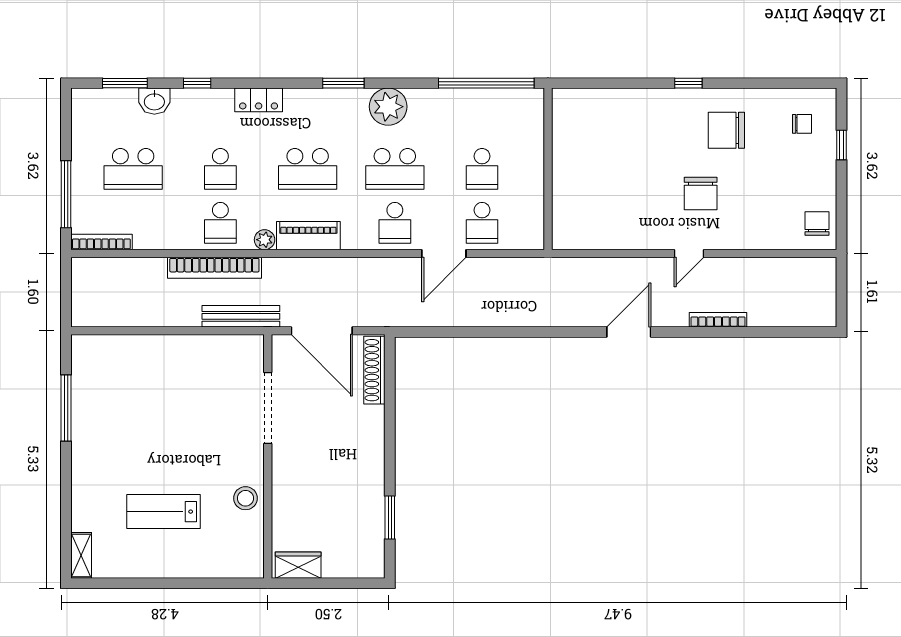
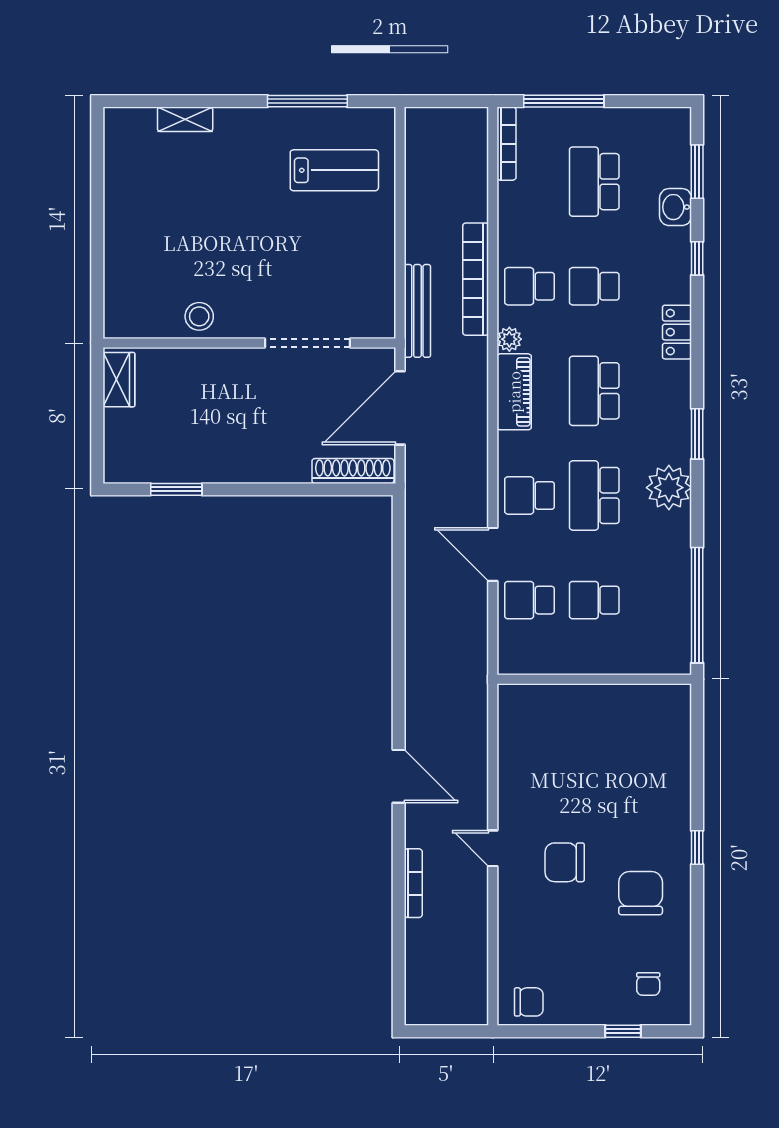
lab bench: (163, 512) -> (334, 170), moved, turned 90
shelving: (81, 555) -> (185, 119), moved

